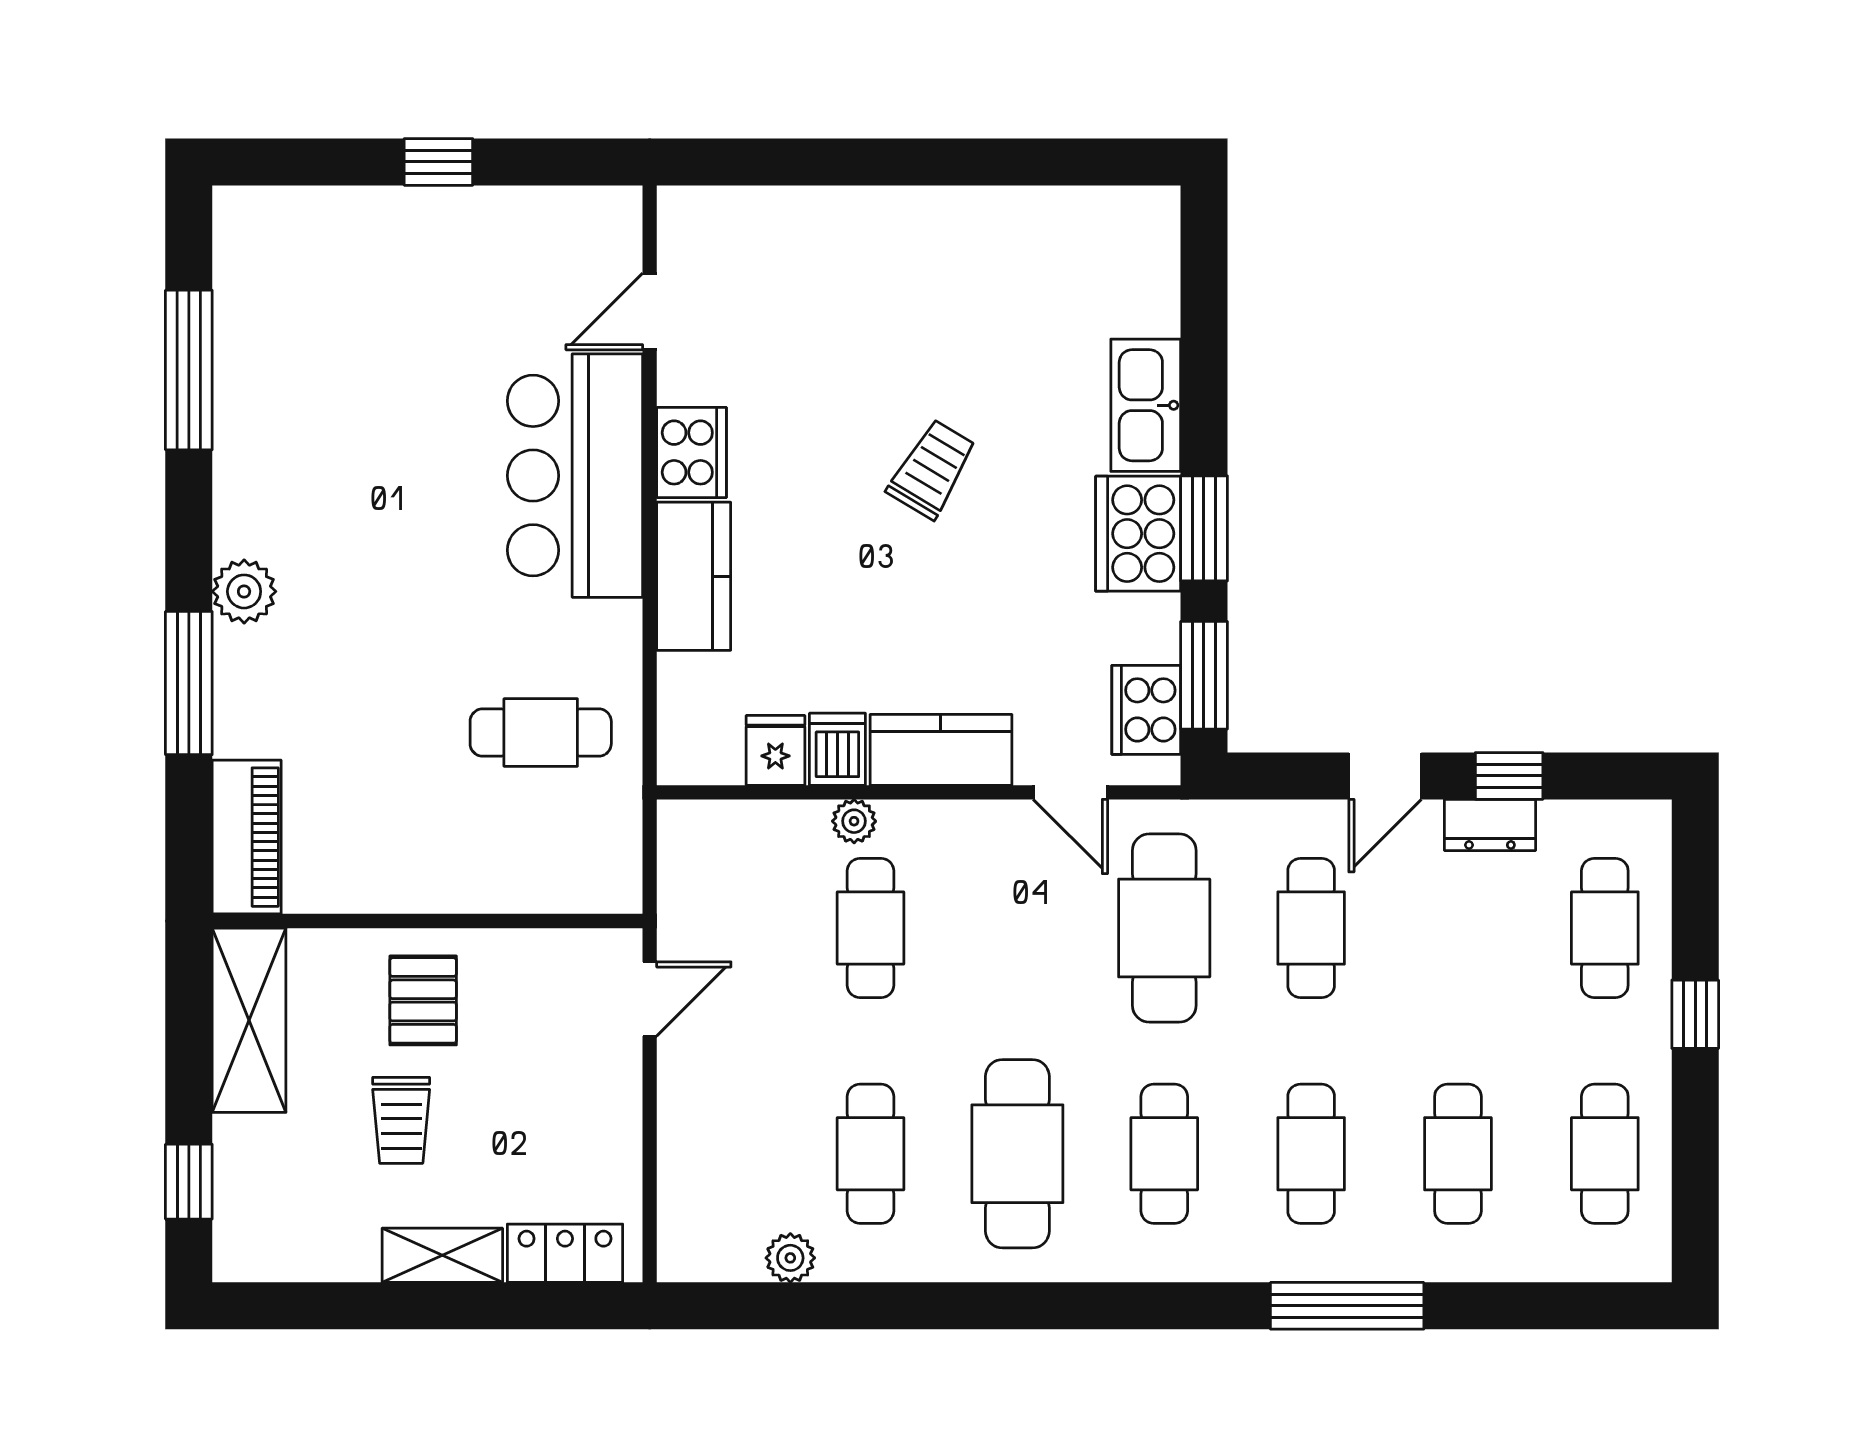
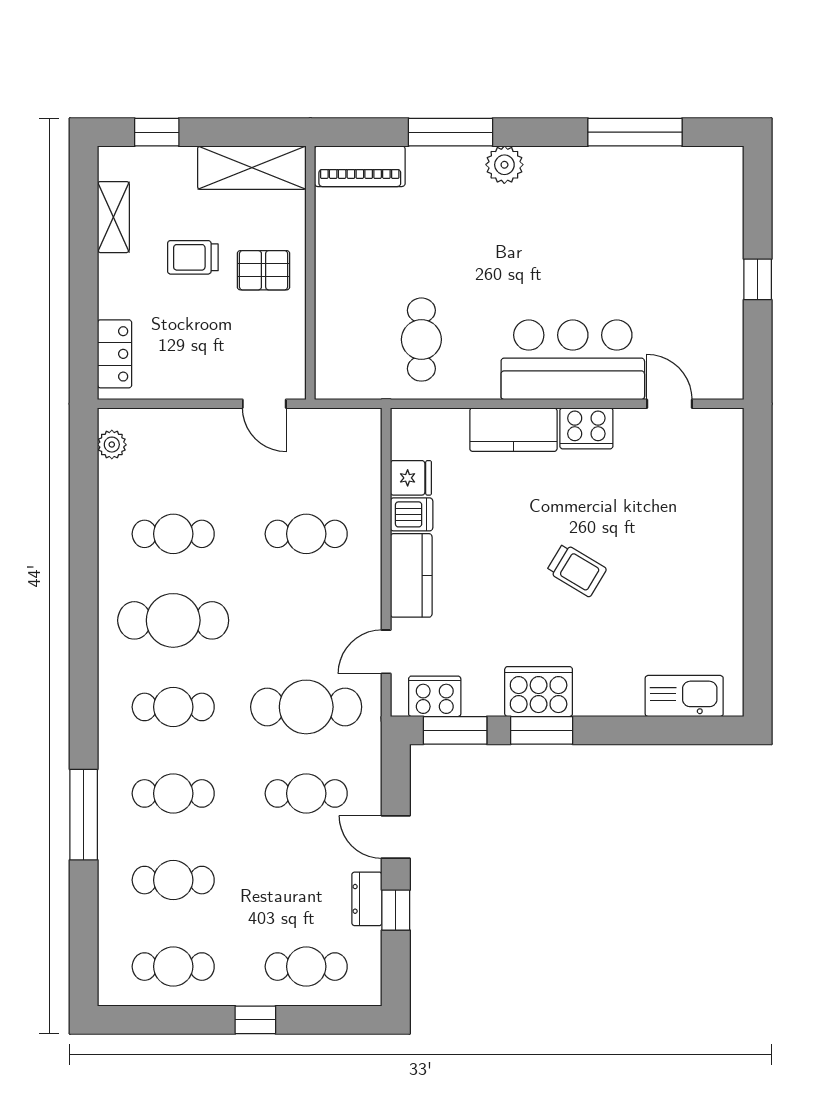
kitchen sink: (1146, 405) -> (684, 696), moved
plant: (854, 821) -> (369, 524), removed
shelving: (442, 1255) -> (113, 217), moved
plant: (790, 1258) -> (112, 445), moved

